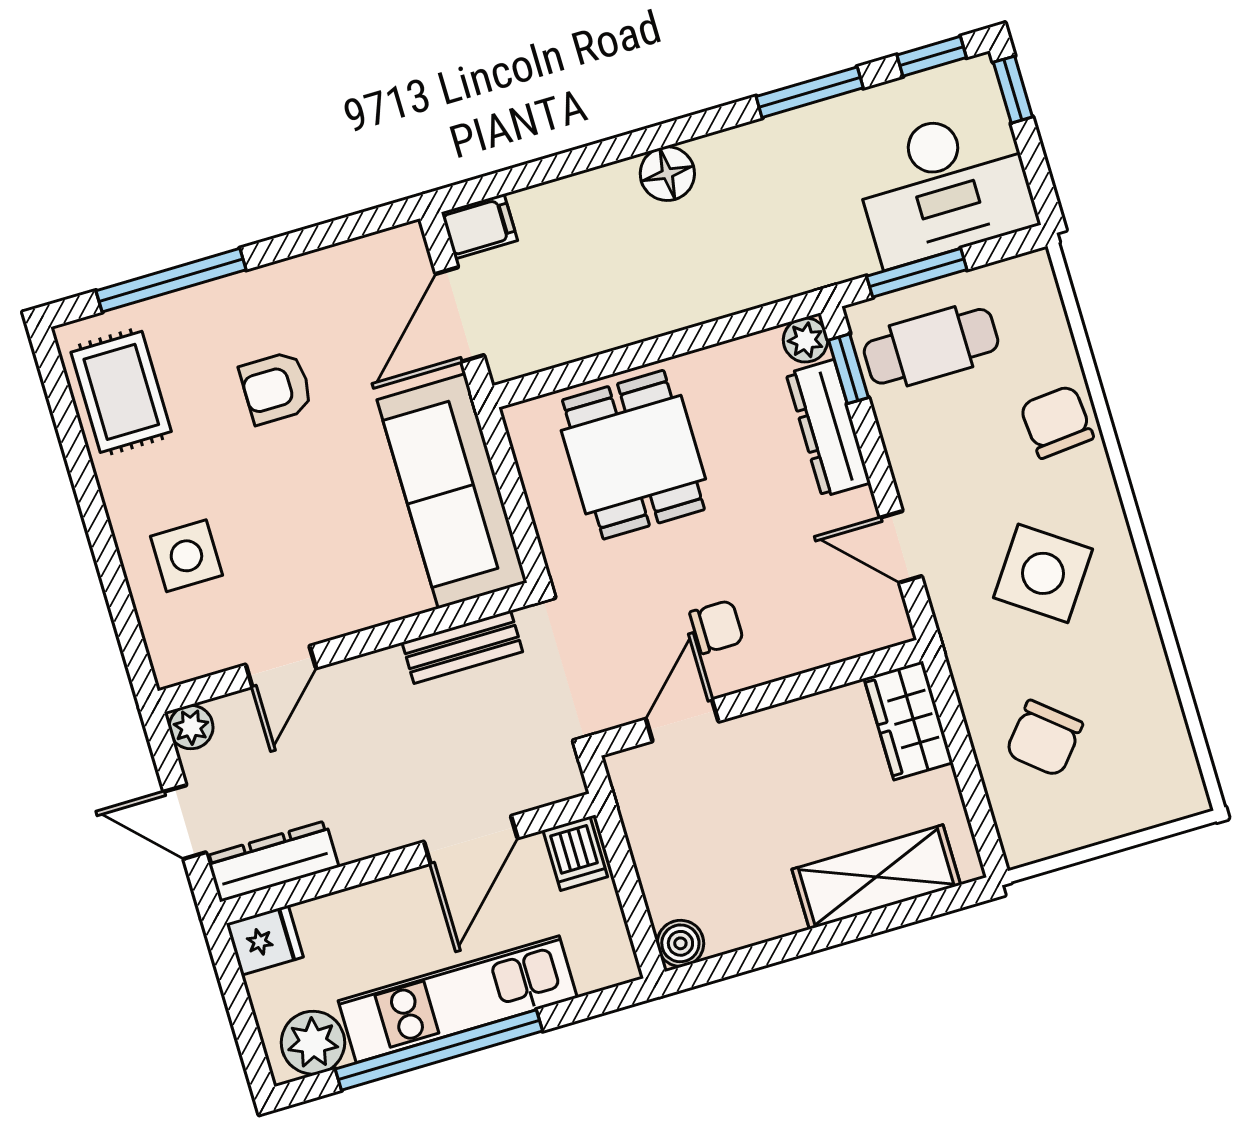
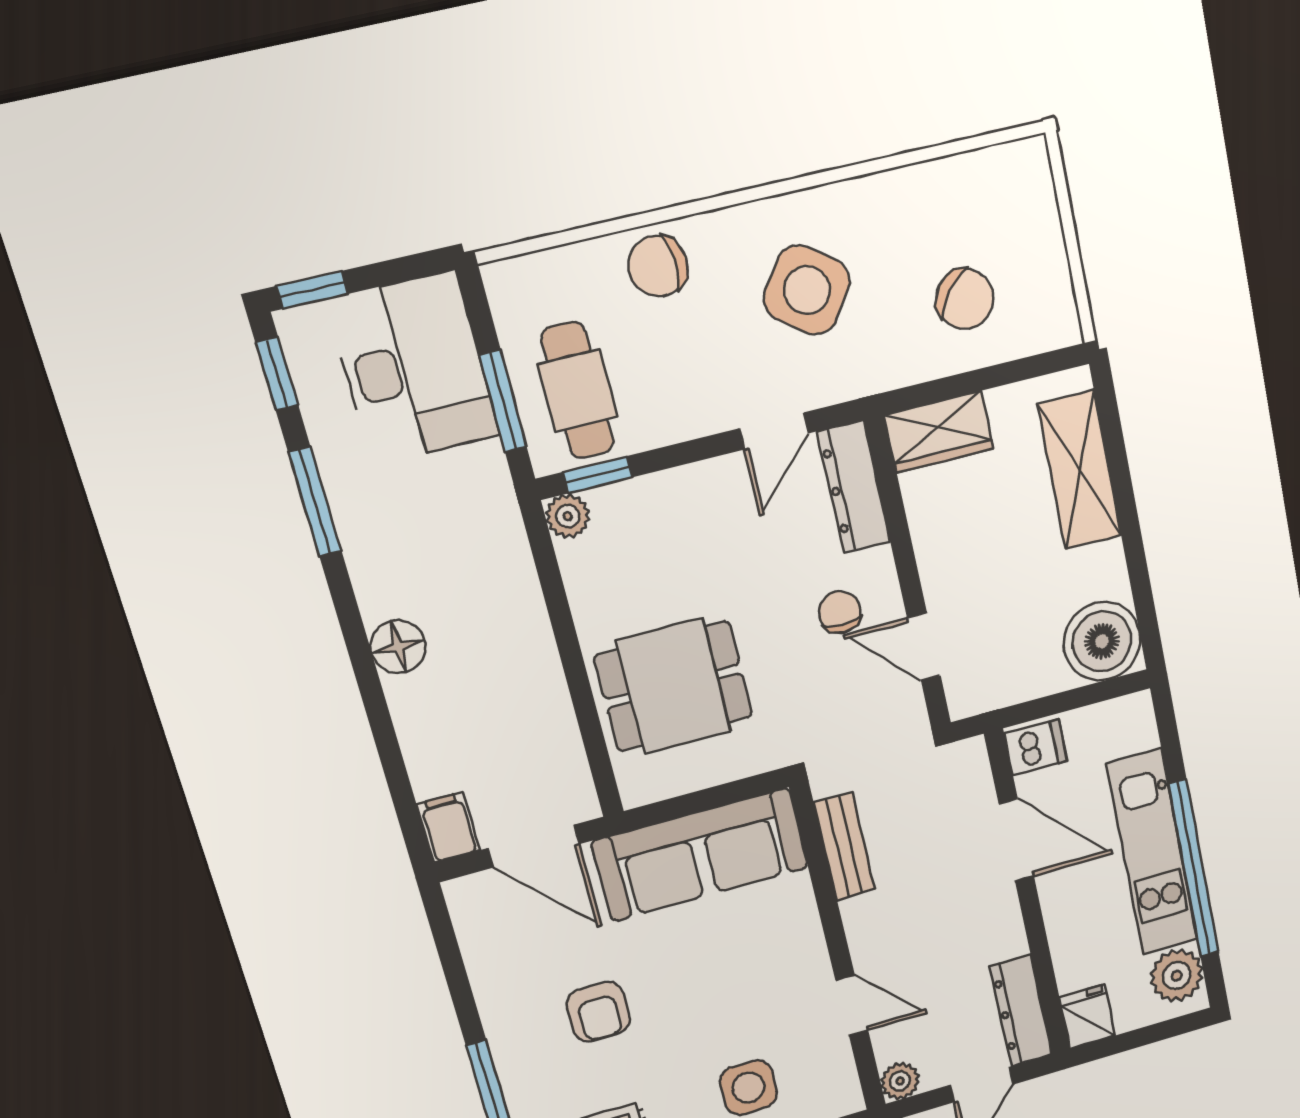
dresser: (828, 428) -> (854, 487), moved, turned 90
boiler: (680, 943) -> (1102, 641), width x1.86, depth x1.86

